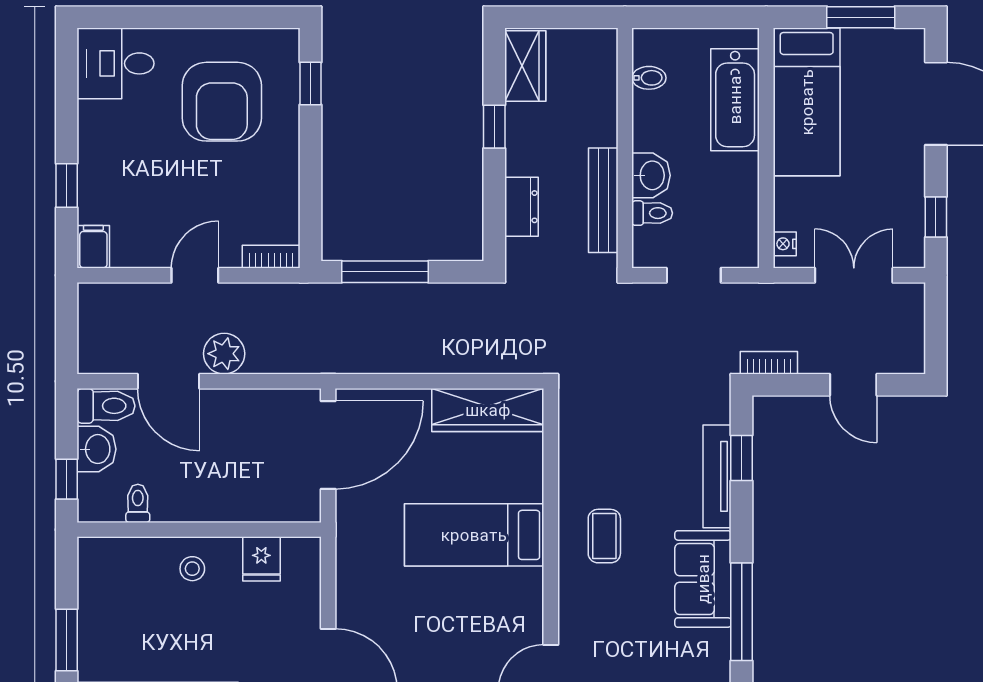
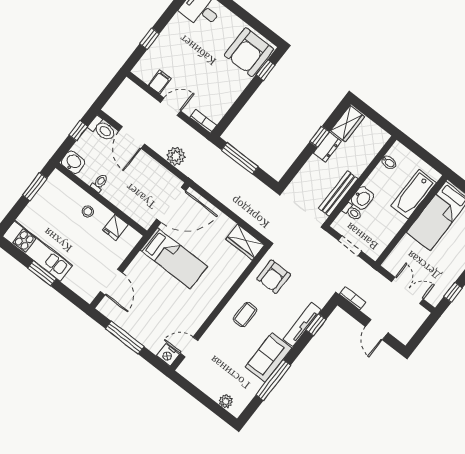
armchair: (222, 102) -> (249, 52), moved
dresser: (521, 207) -> (327, 147), moved
nightstand: (785, 244) -> (391, 260), removed
filing cabinet: (93, 247) -> (160, 82), moved
plant: (224, 354) -> (176, 156), moved
wardrobe: (488, 410) -> (245, 242), width x0.67
armchair: (603, 432) -> (274, 277), added
washbasin: (97, 449) -> (73, 162), moved, turned -90
window: (67, 479) -> (78, 131), moved
toilet: (138, 503) -> (99, 183), moved
bed: (474, 535) -> (174, 258), moved, turned 180
window: (67, 640) -> (35, 187), moved

